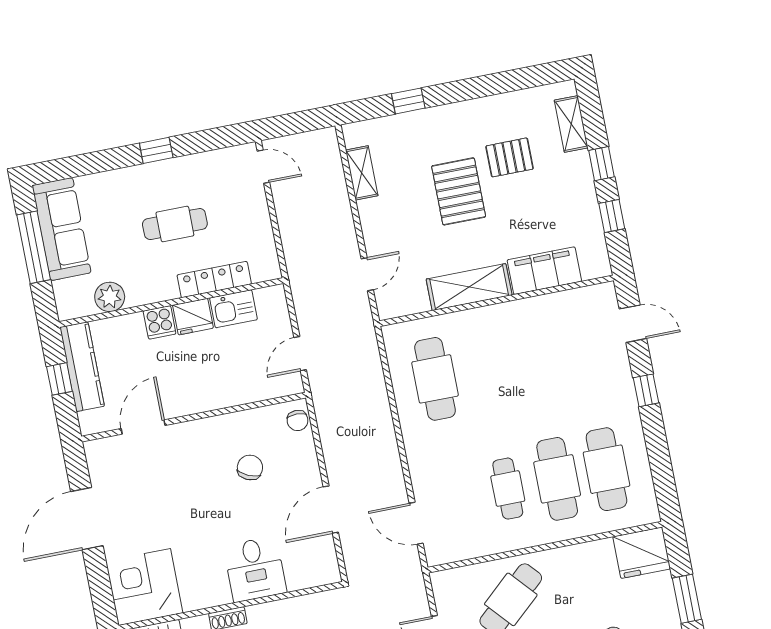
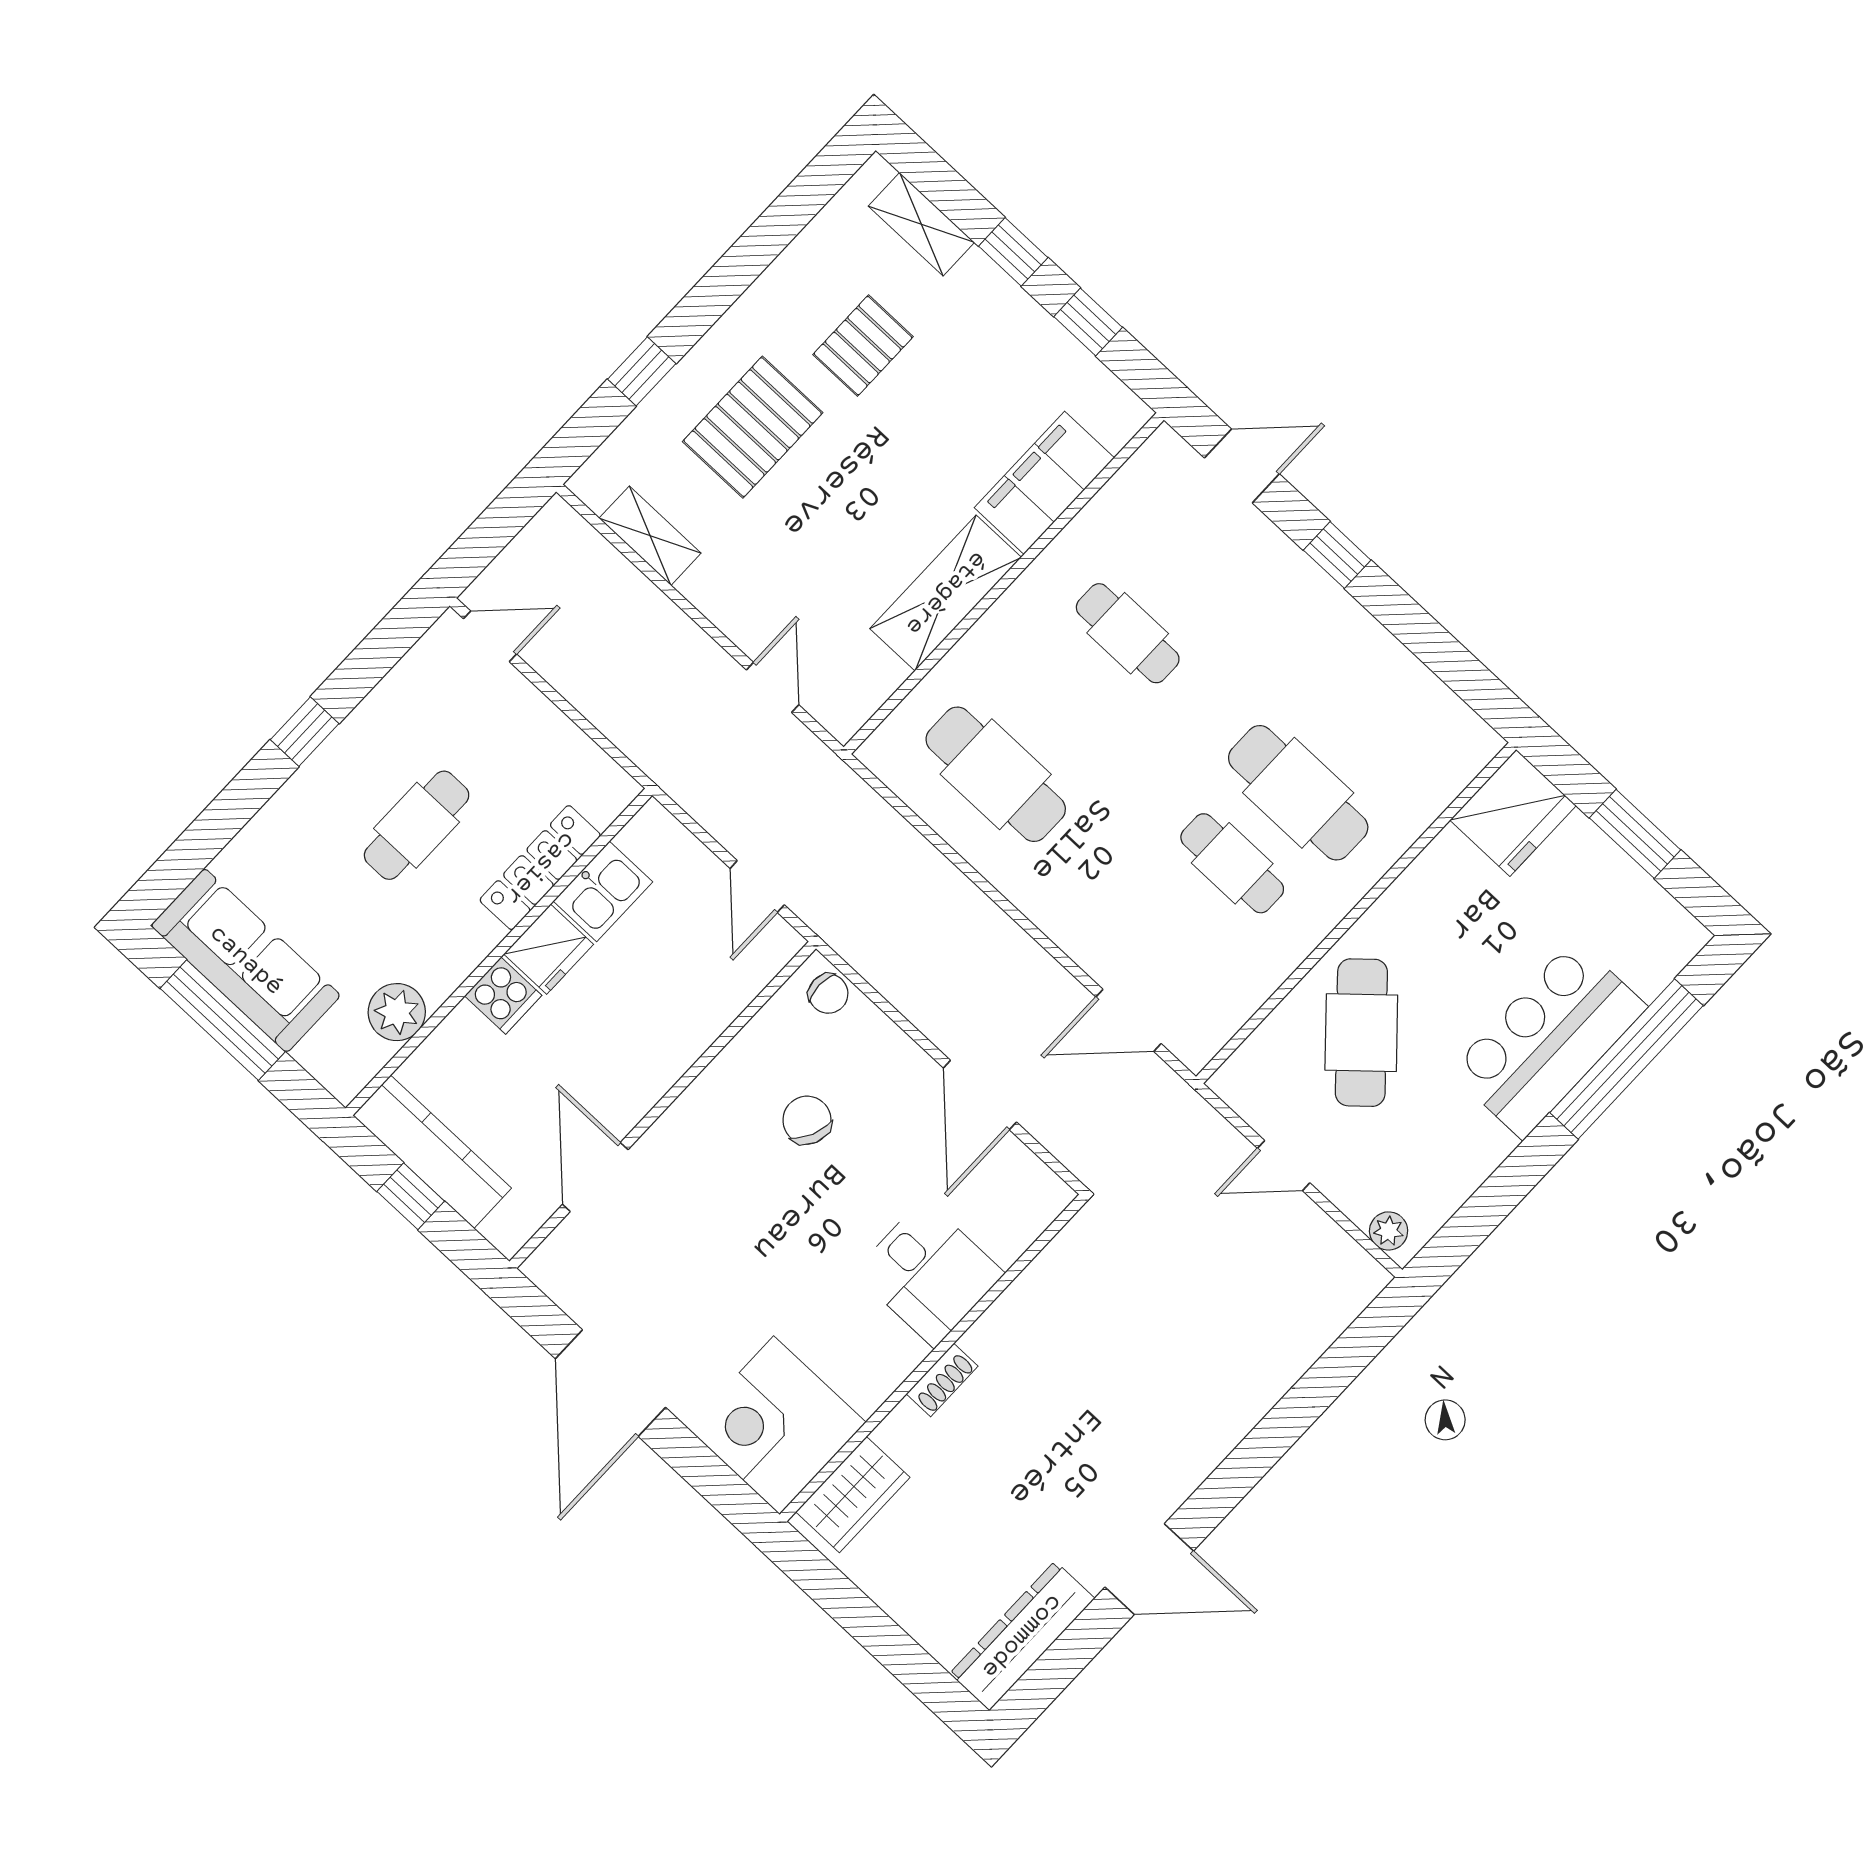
pallet: (459, 191) -> (753, 427), moved, turned 90
cafe table: (606, 469) -> (1128, 633), moved, width x0.73, depth x0.74

